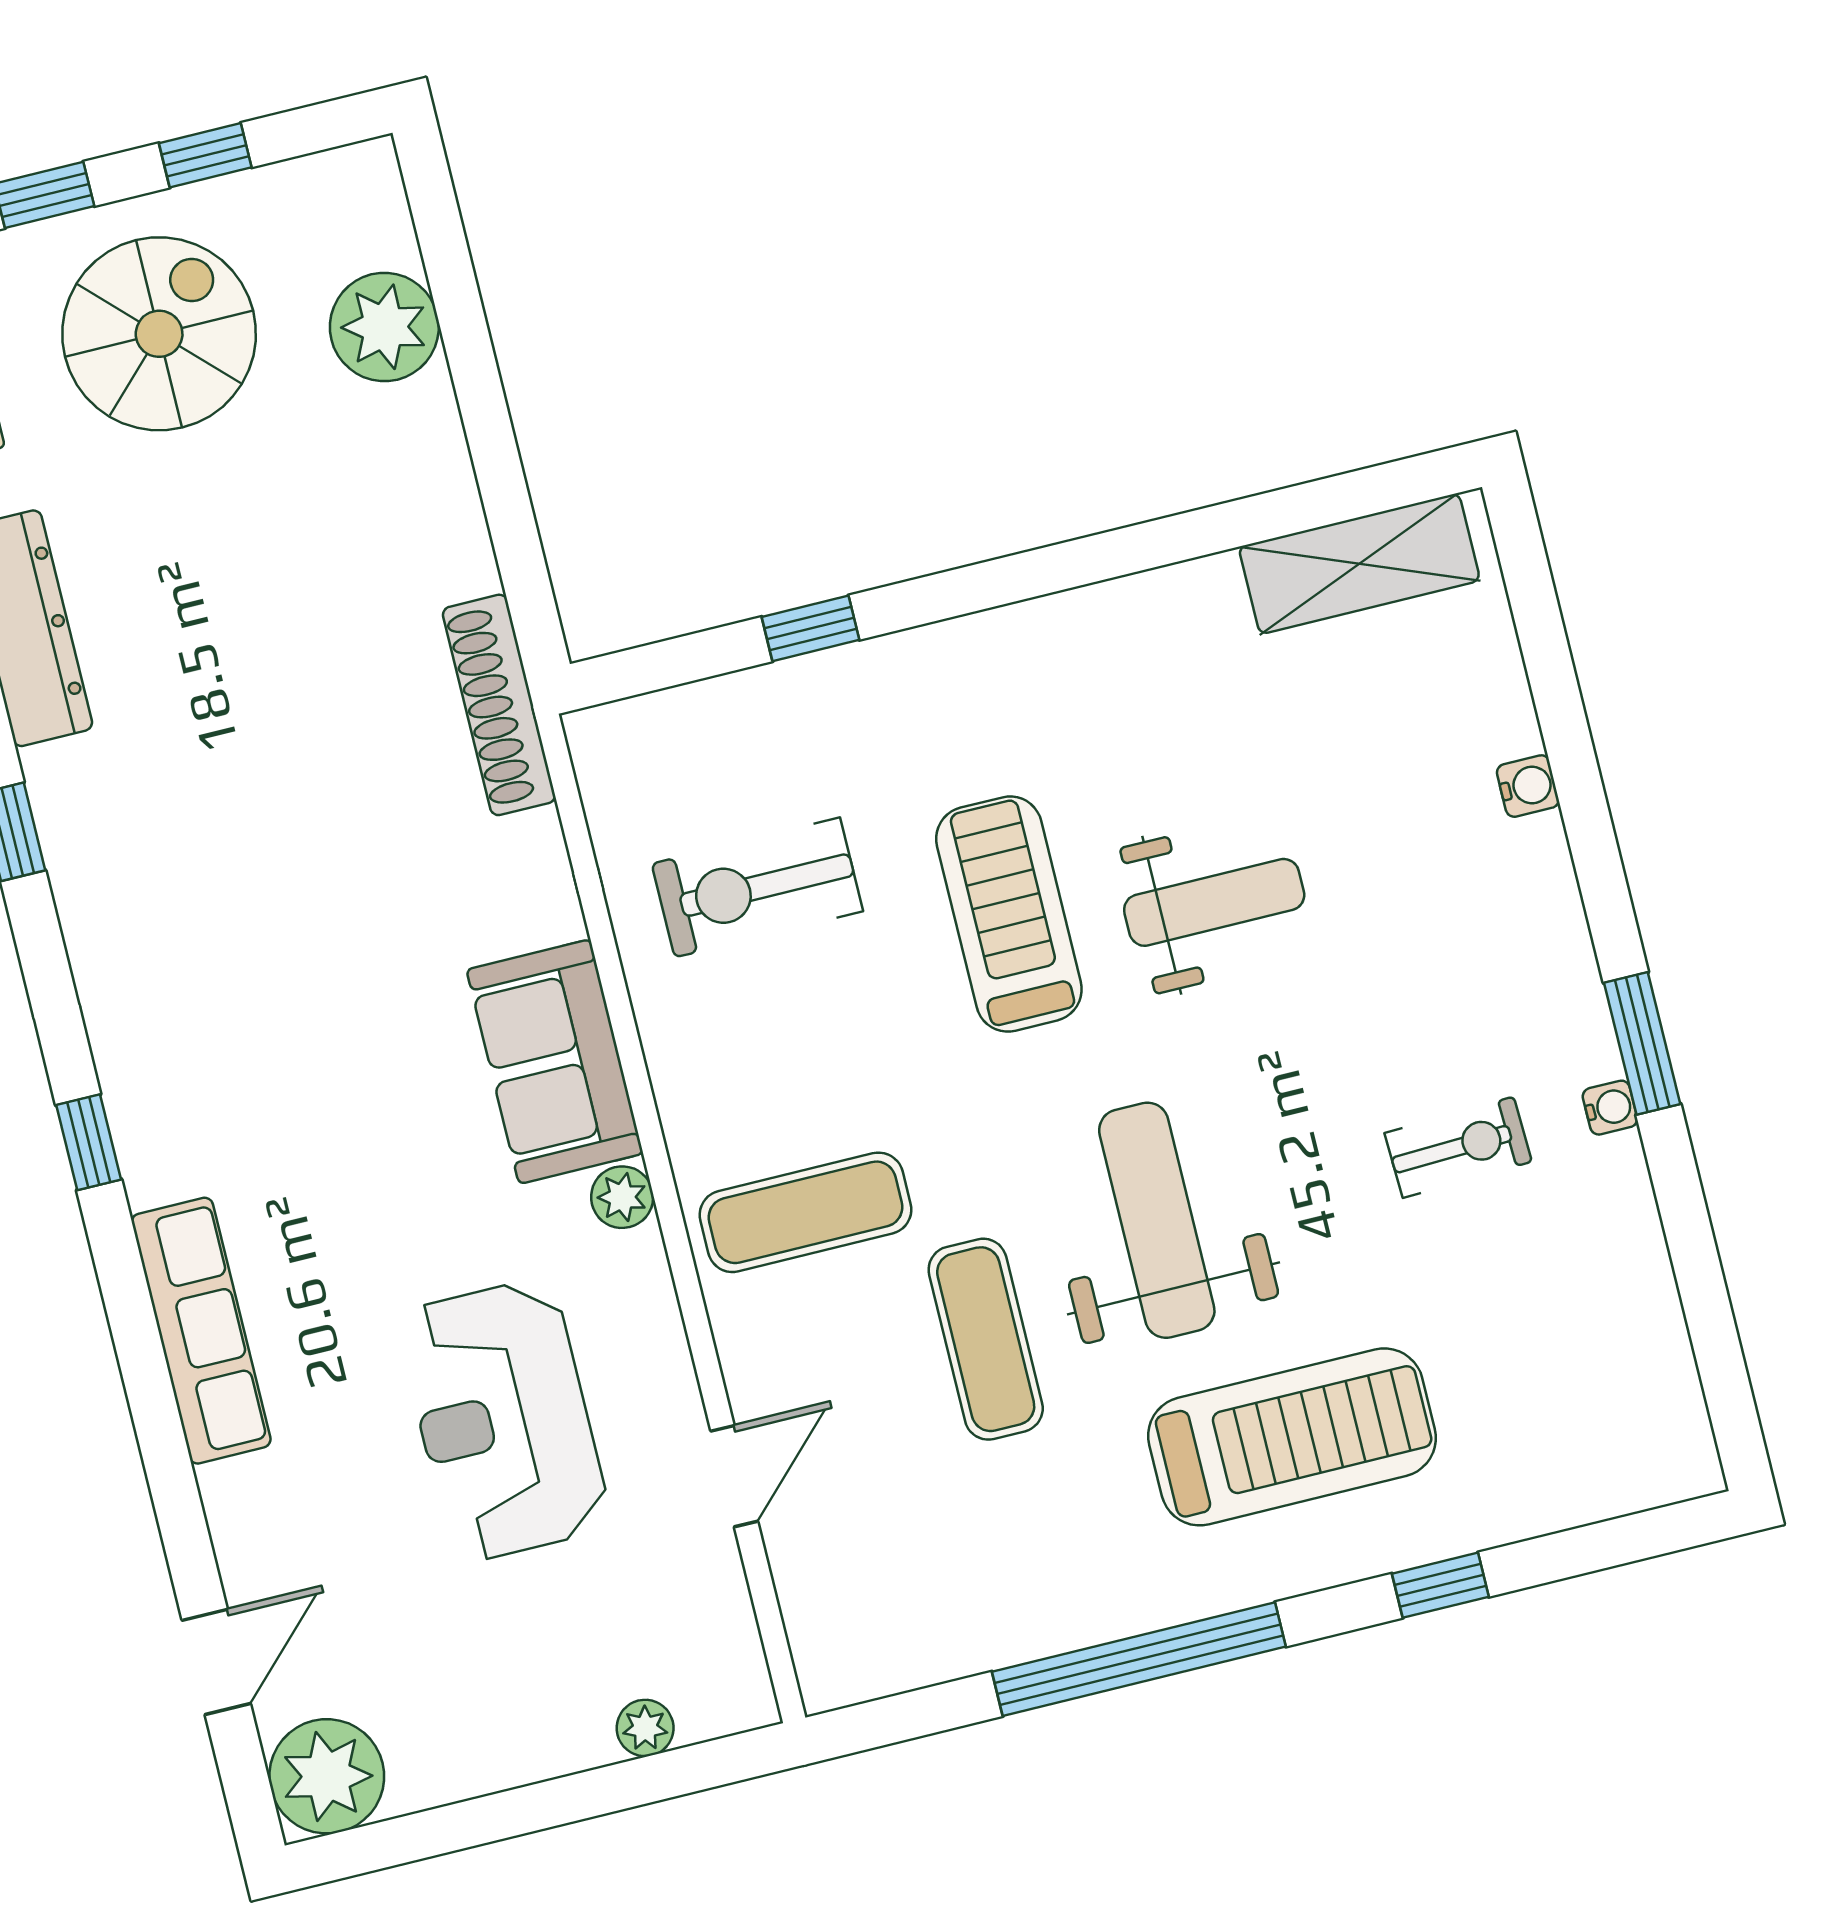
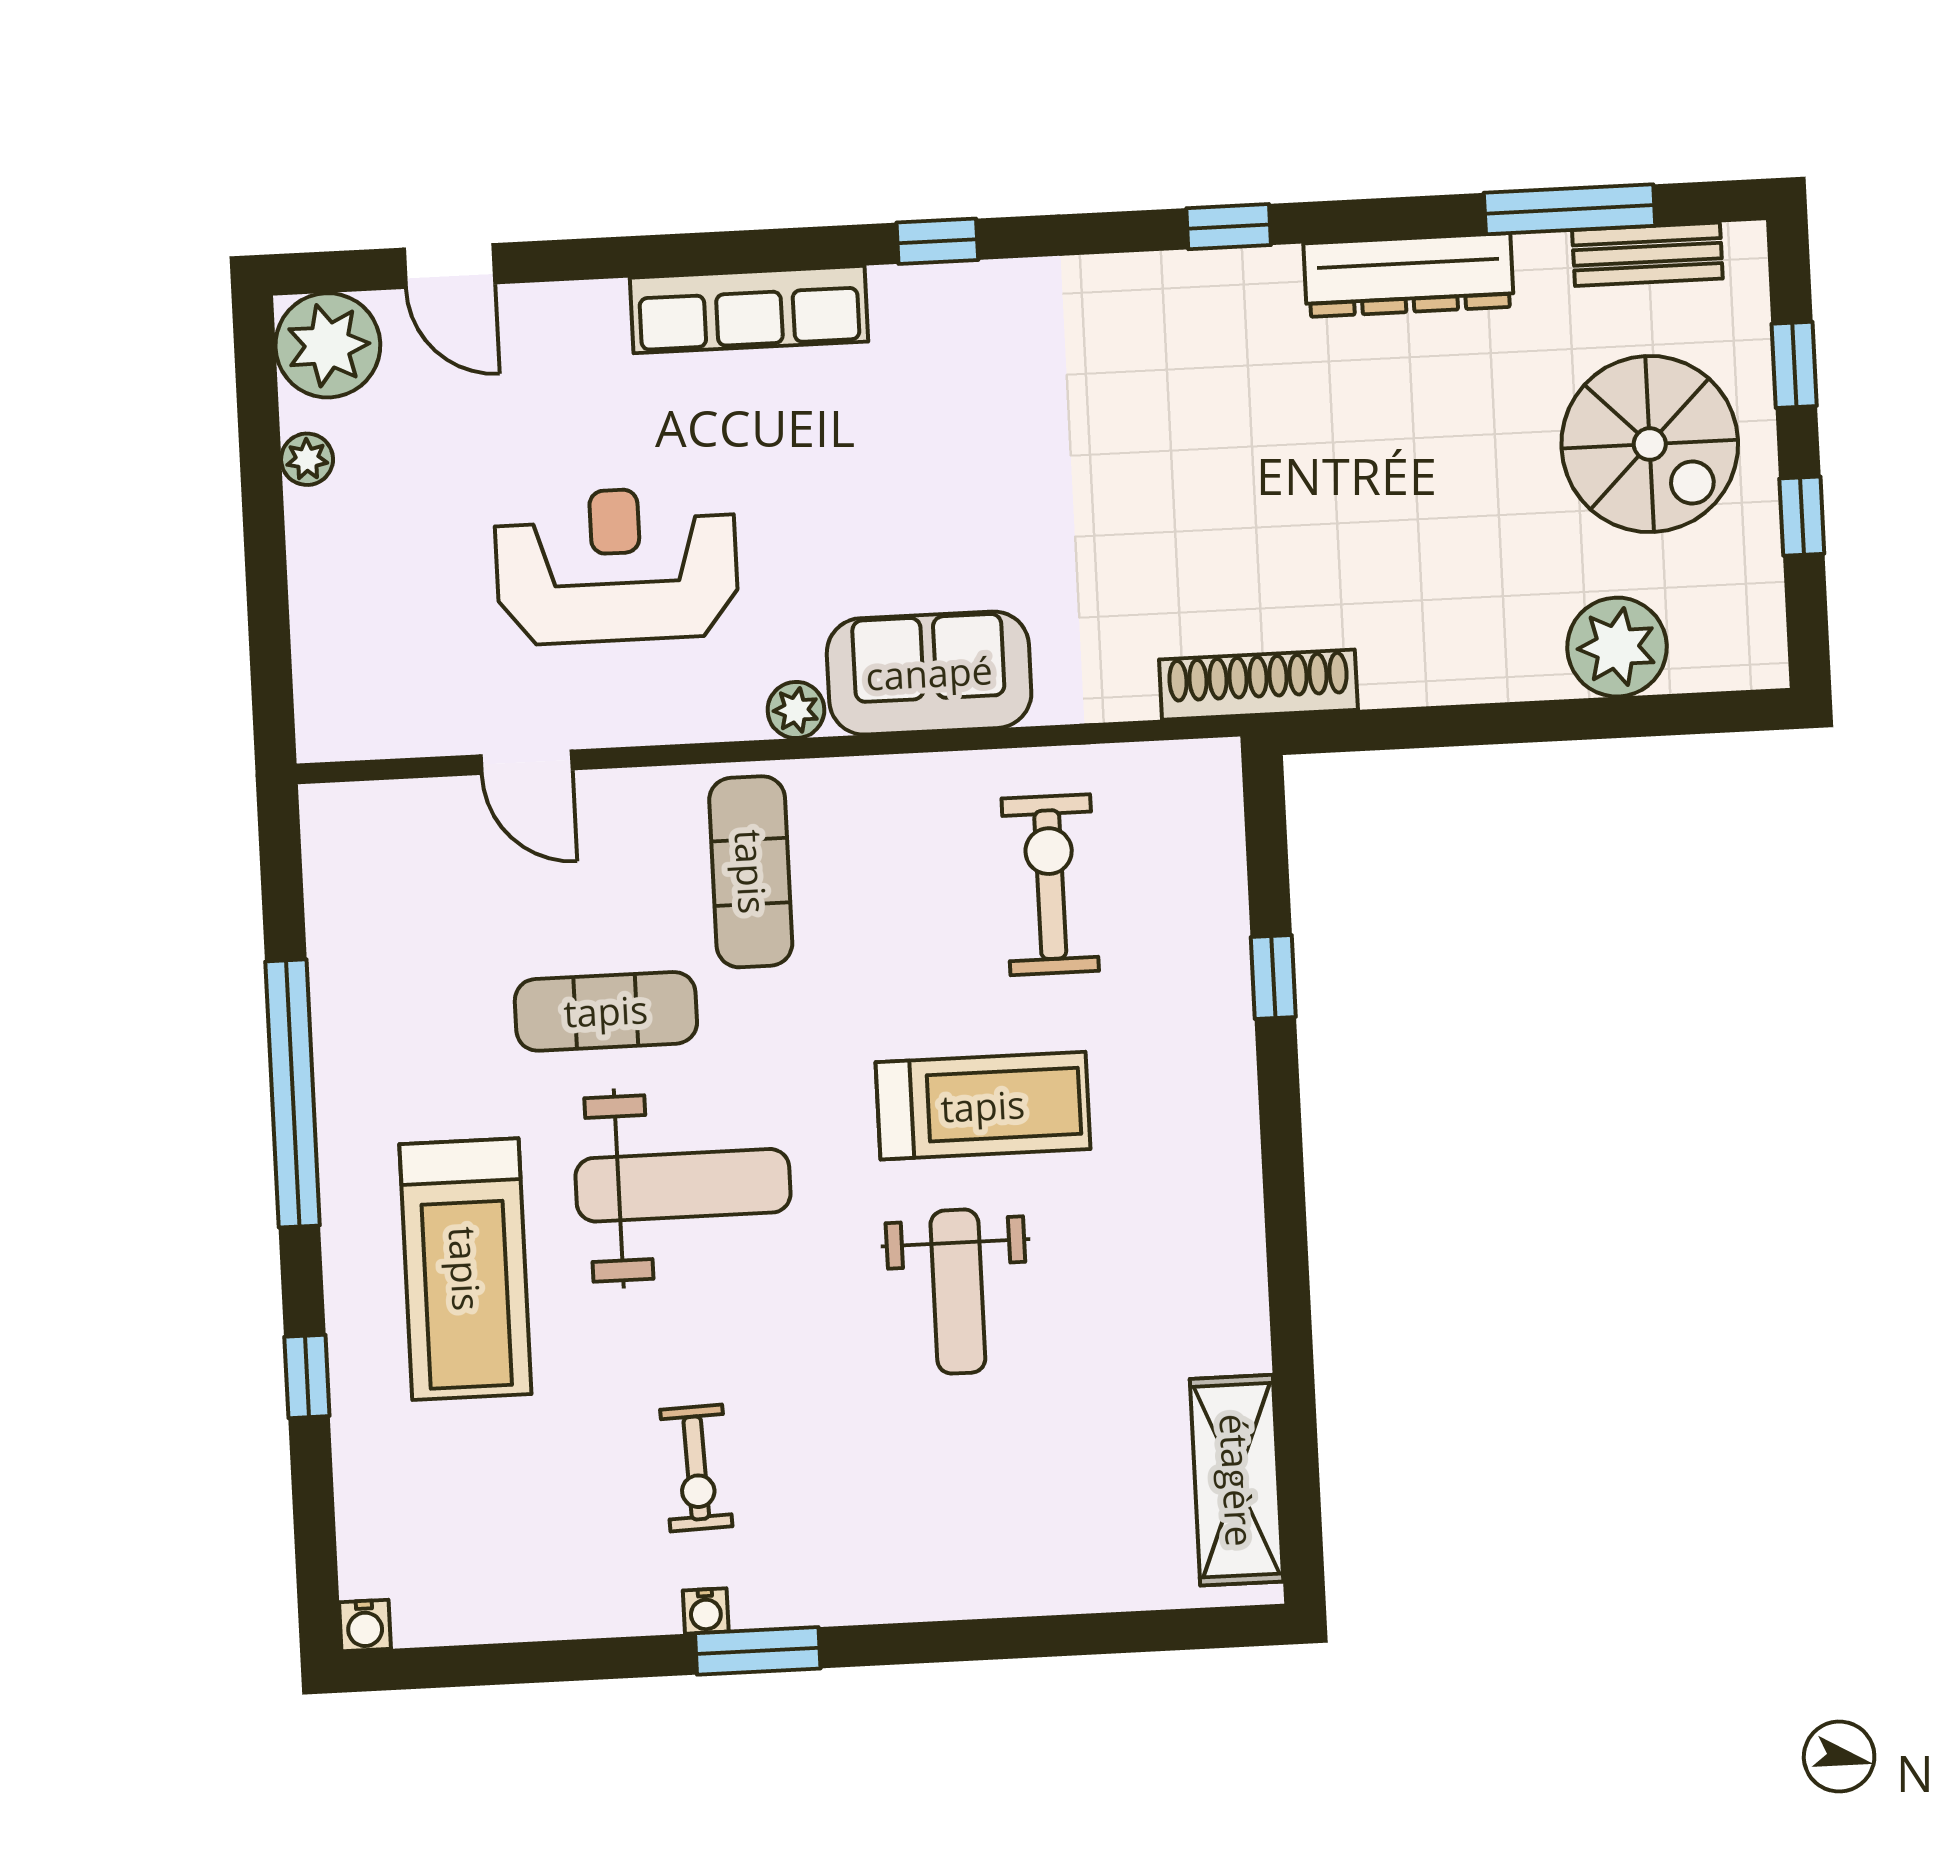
water cooler: (1528, 786) -> (365, 1625), moved
plant: (645, 1728) -> (307, 459), moved

